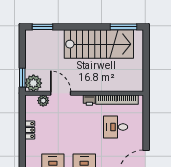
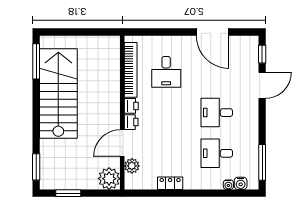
window: (22, 78) -> (68, 193), moved
printer: (77, 100) -> (131, 122), added

